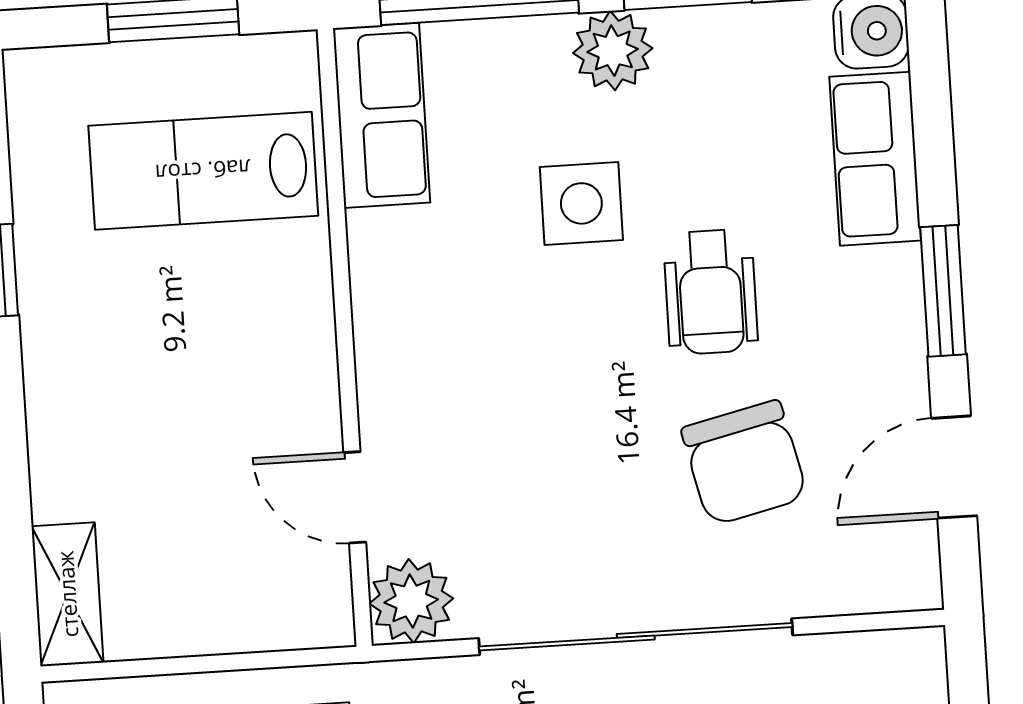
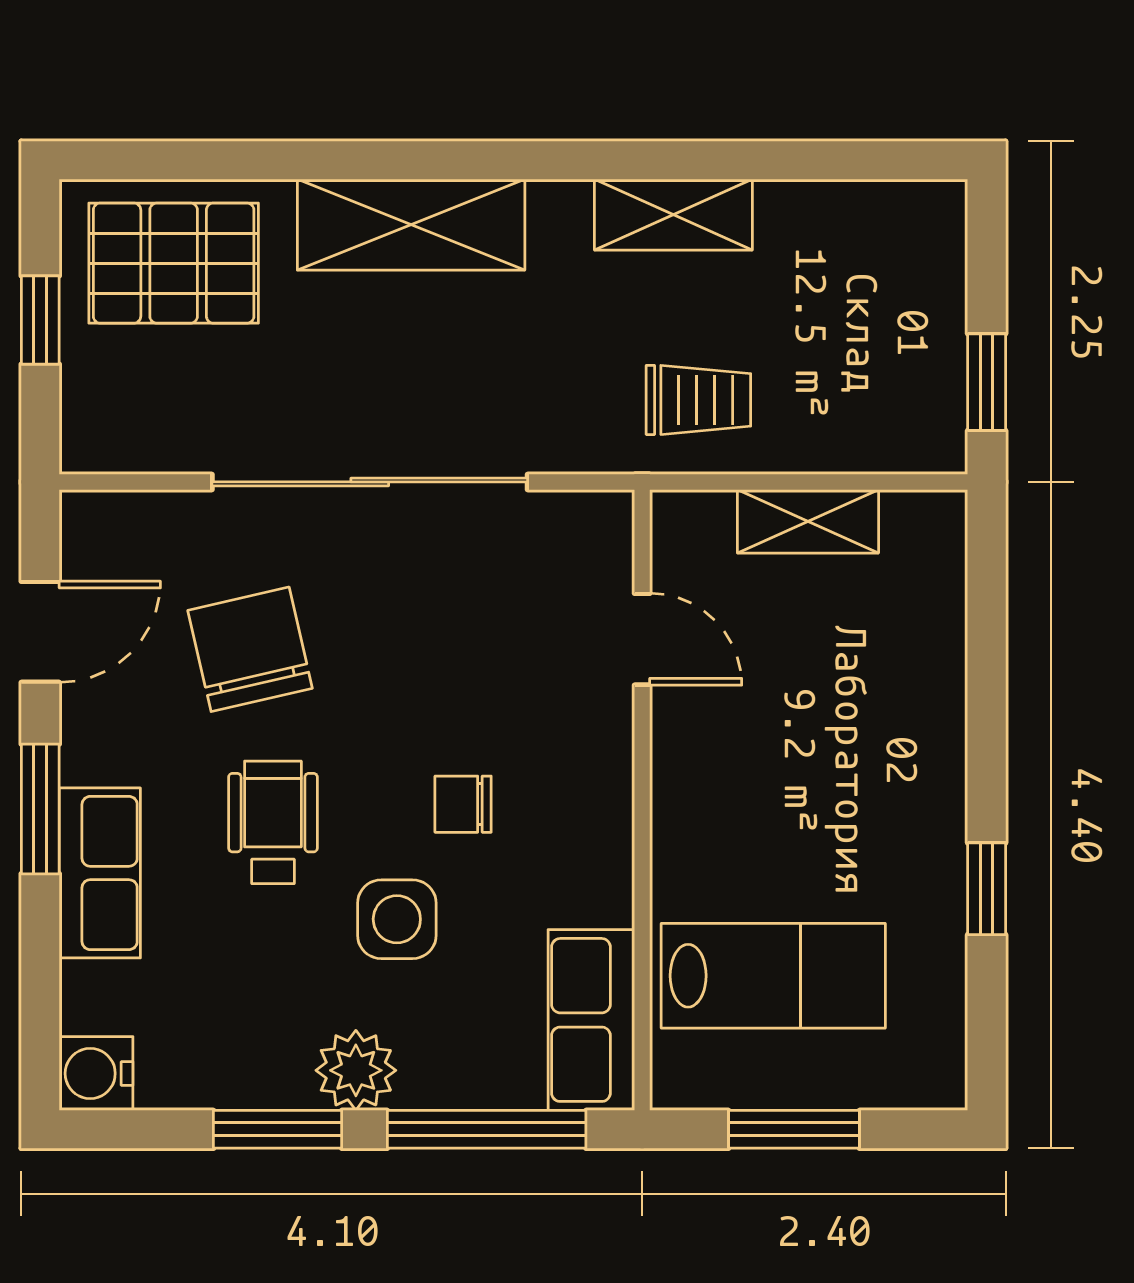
row of seats: (875, 159) -> (100, 873), moved
chair: (523, 322) -> (463, 804), added
shelving: (67, 594) -> (808, 521), moved, turned 90
plant: (411, 601) -> (592, 532), removed

